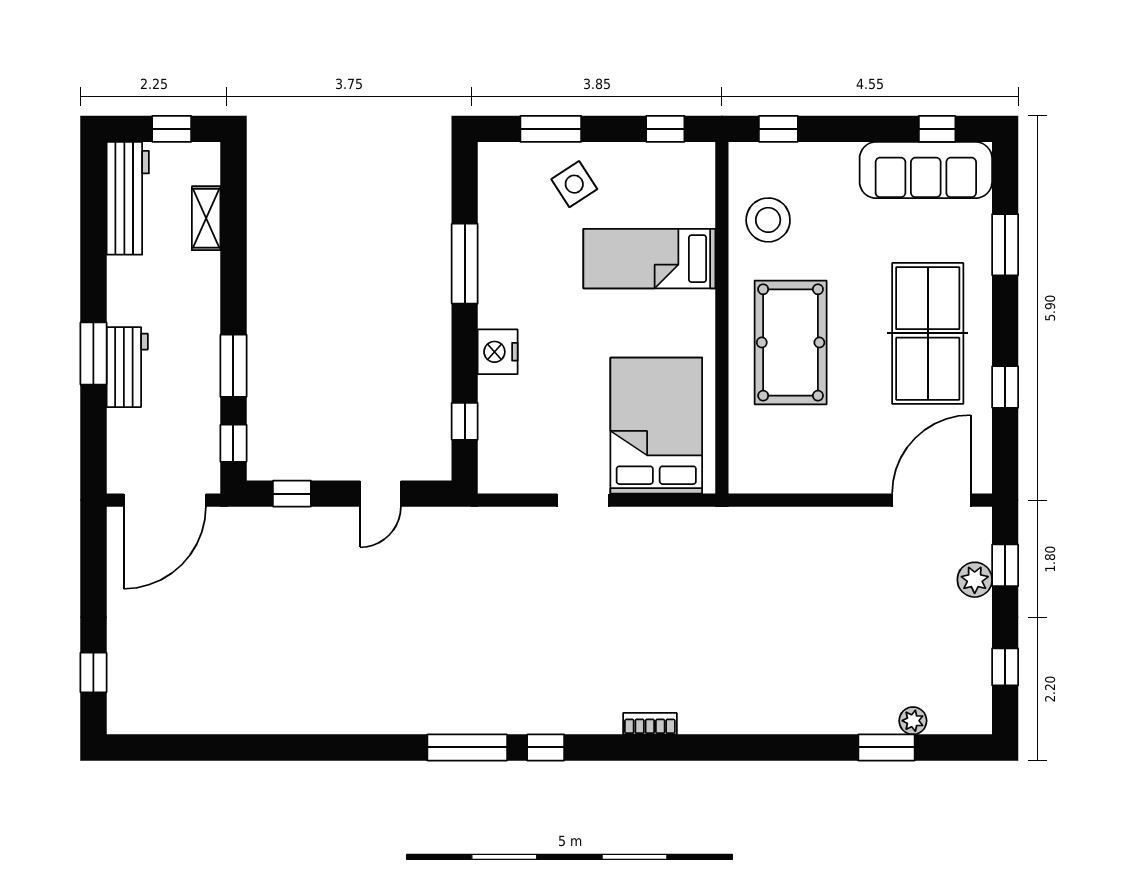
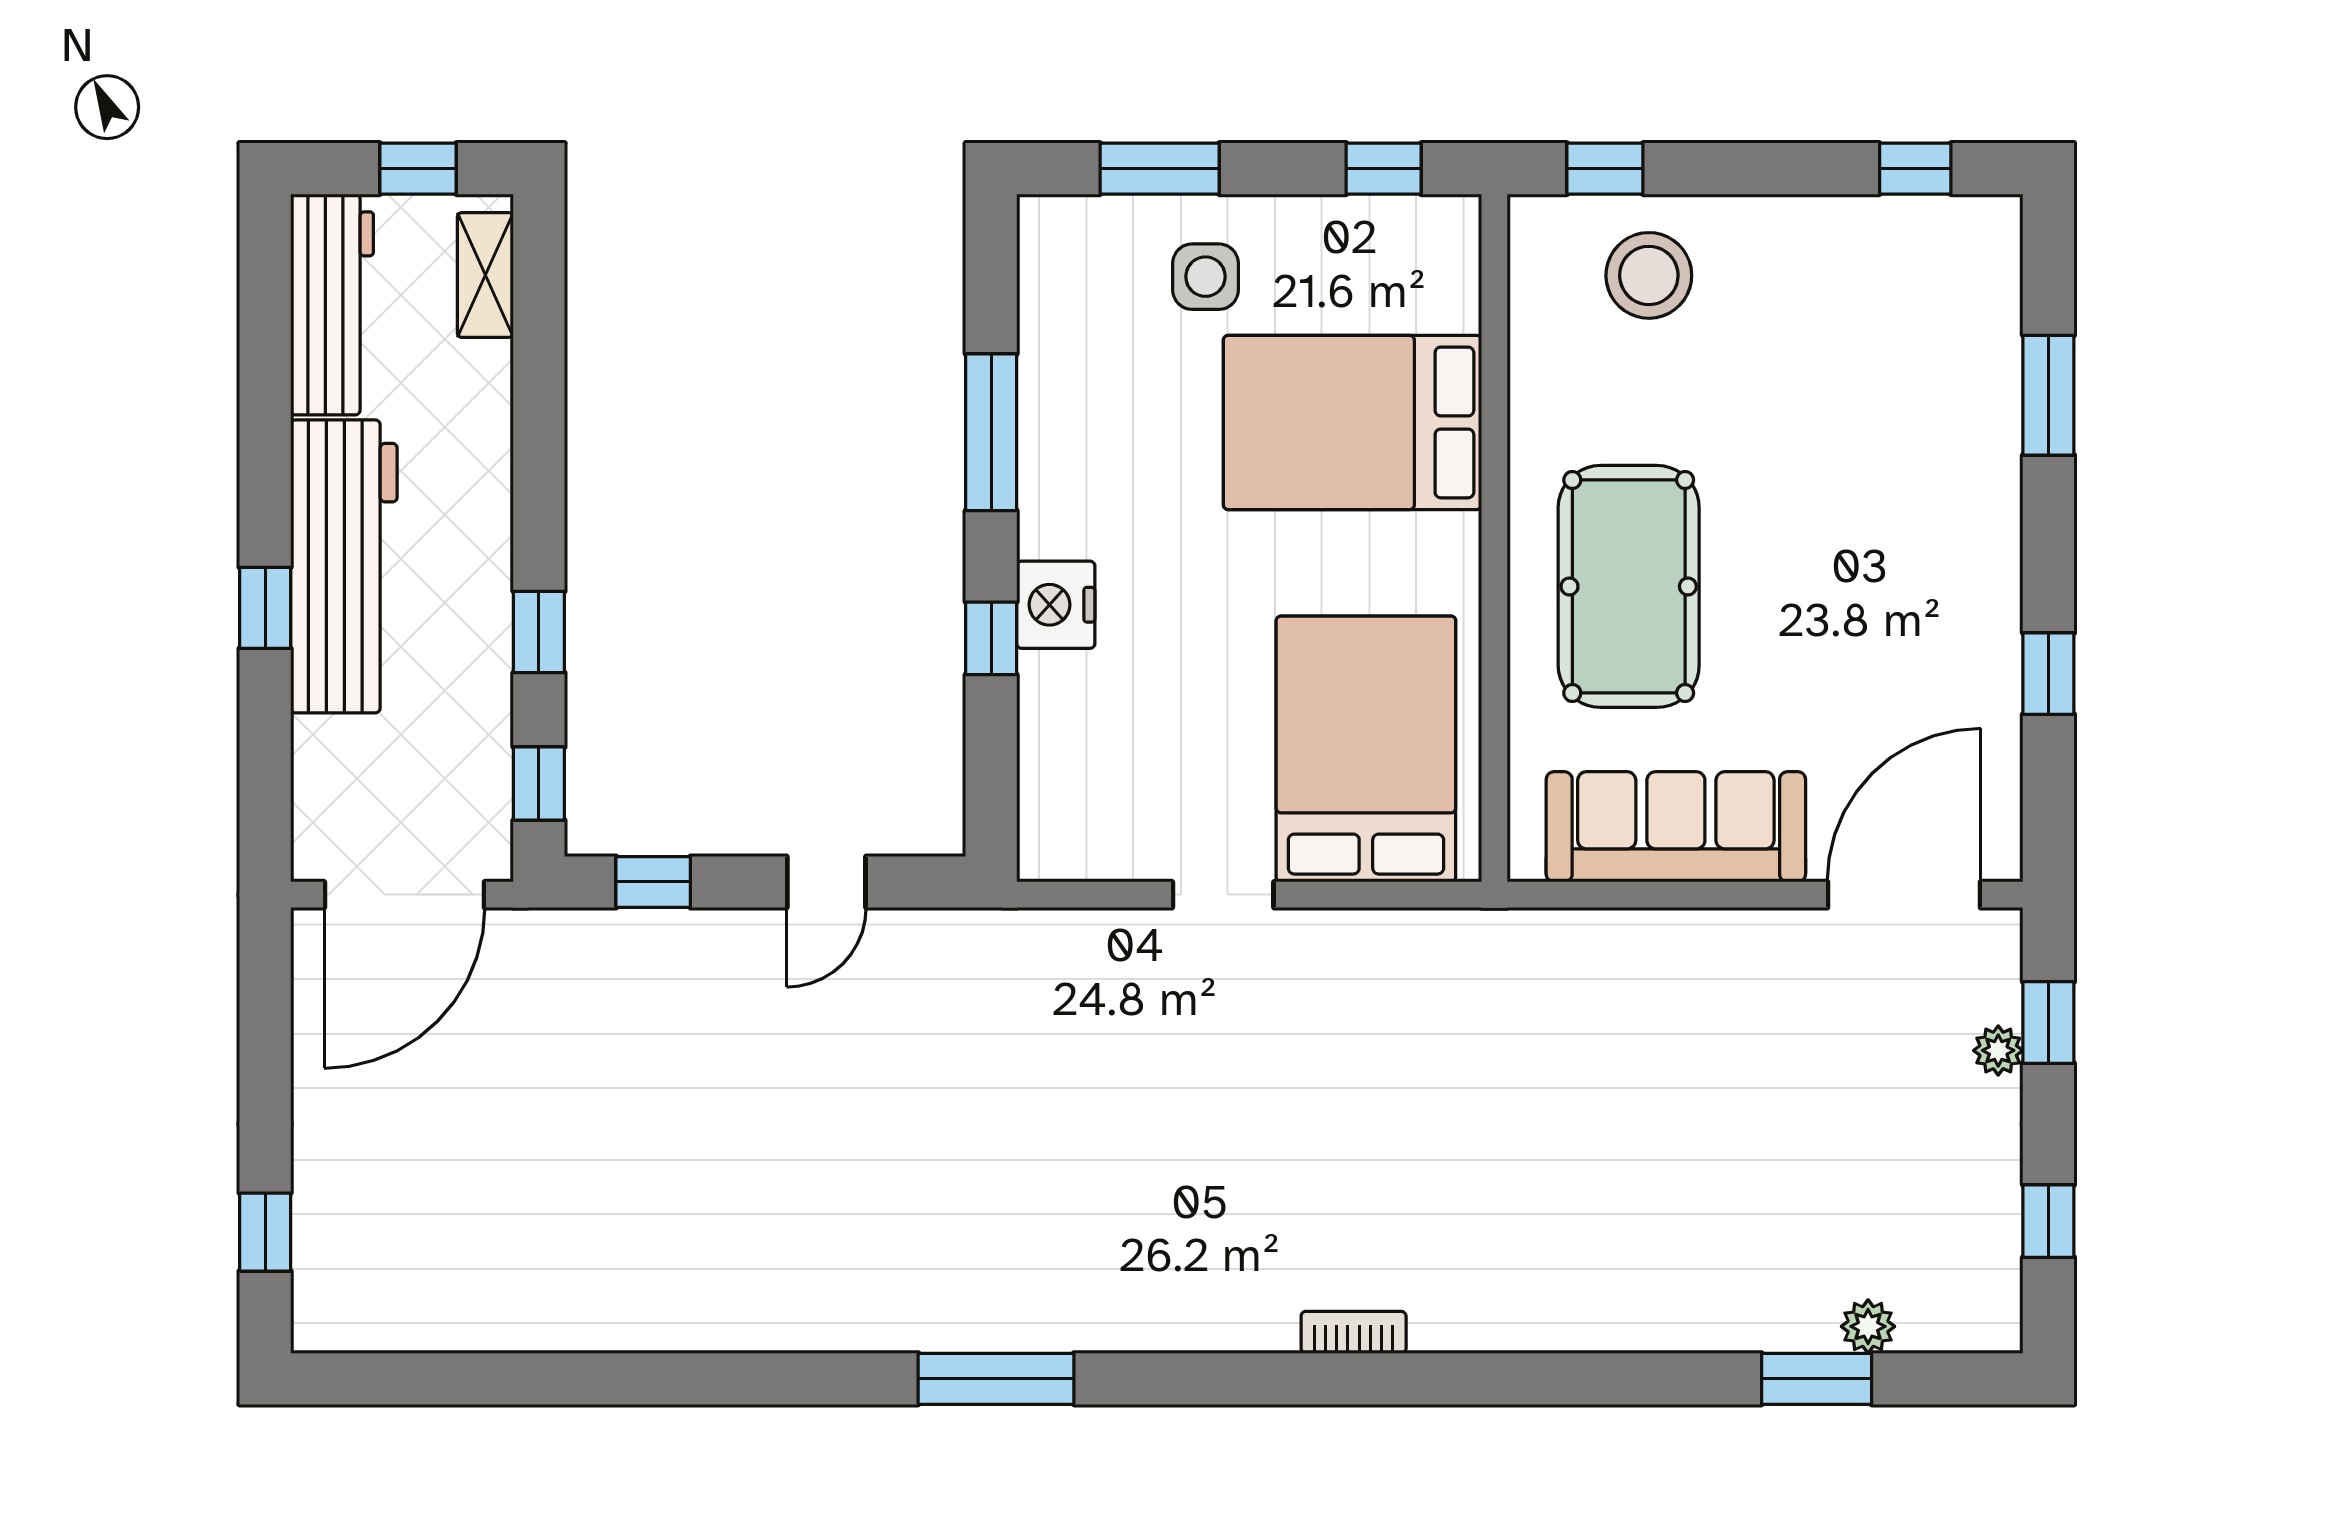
sofa: (926, 170) -> (1676, 827), moved, turned 180
side table: (574, 184) -> (1206, 277), turned 33
shelving: (206, 218) -> (485, 275), moved
stool: (768, 220) -> (1649, 275), moved
bed: (649, 259) -> (1352, 422), width x1.50
table tennis table: (928, 333) -> (1897, 569), removed
window: (93, 353) -> (265, 608), width x0.67
window: (233, 366) -> (539, 632), width x0.67
workbench: (127, 367) -> (344, 566), width x1.88, depth x1.32
window: (465, 421) -> (991, 638), moved
plant: (975, 580) -> (1998, 1050), width x0.73, depth x0.73
window: (546, 747) -> (1150, 1379), removed

